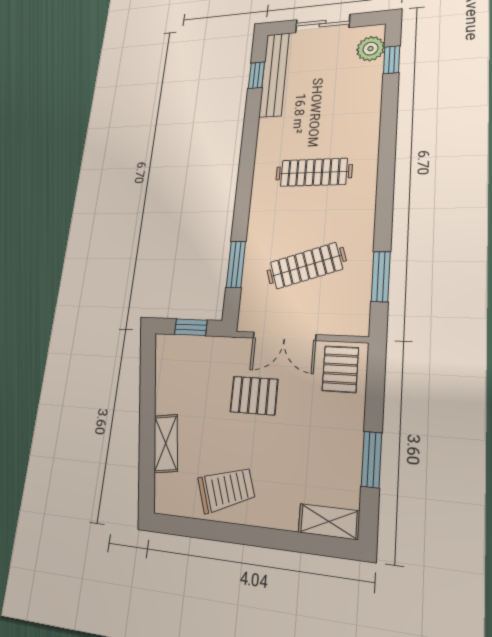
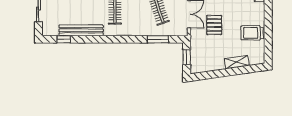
bench: (274, 75) -> (81, 30), moved
trolley: (226, 489) -> (252, 33), turned -71

